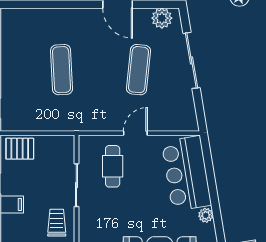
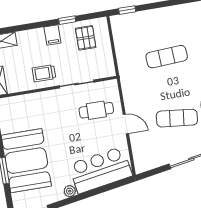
pallet: (20, 149) -> (86, 38), moved
trolley: (57, 223) -> (44, 73), turned 180

